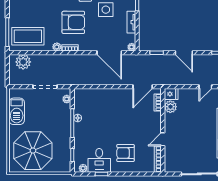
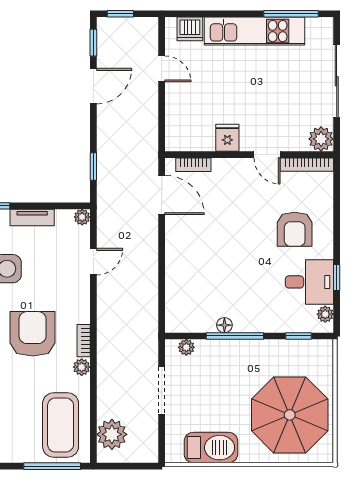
door: (109, 53) -> (93, 262), width x0.53
door: (184, 53) -> (93, 86), moved
fridge: (171, 94) -> (227, 138), moved
plant: (170, 107) -> (321, 139), moved

